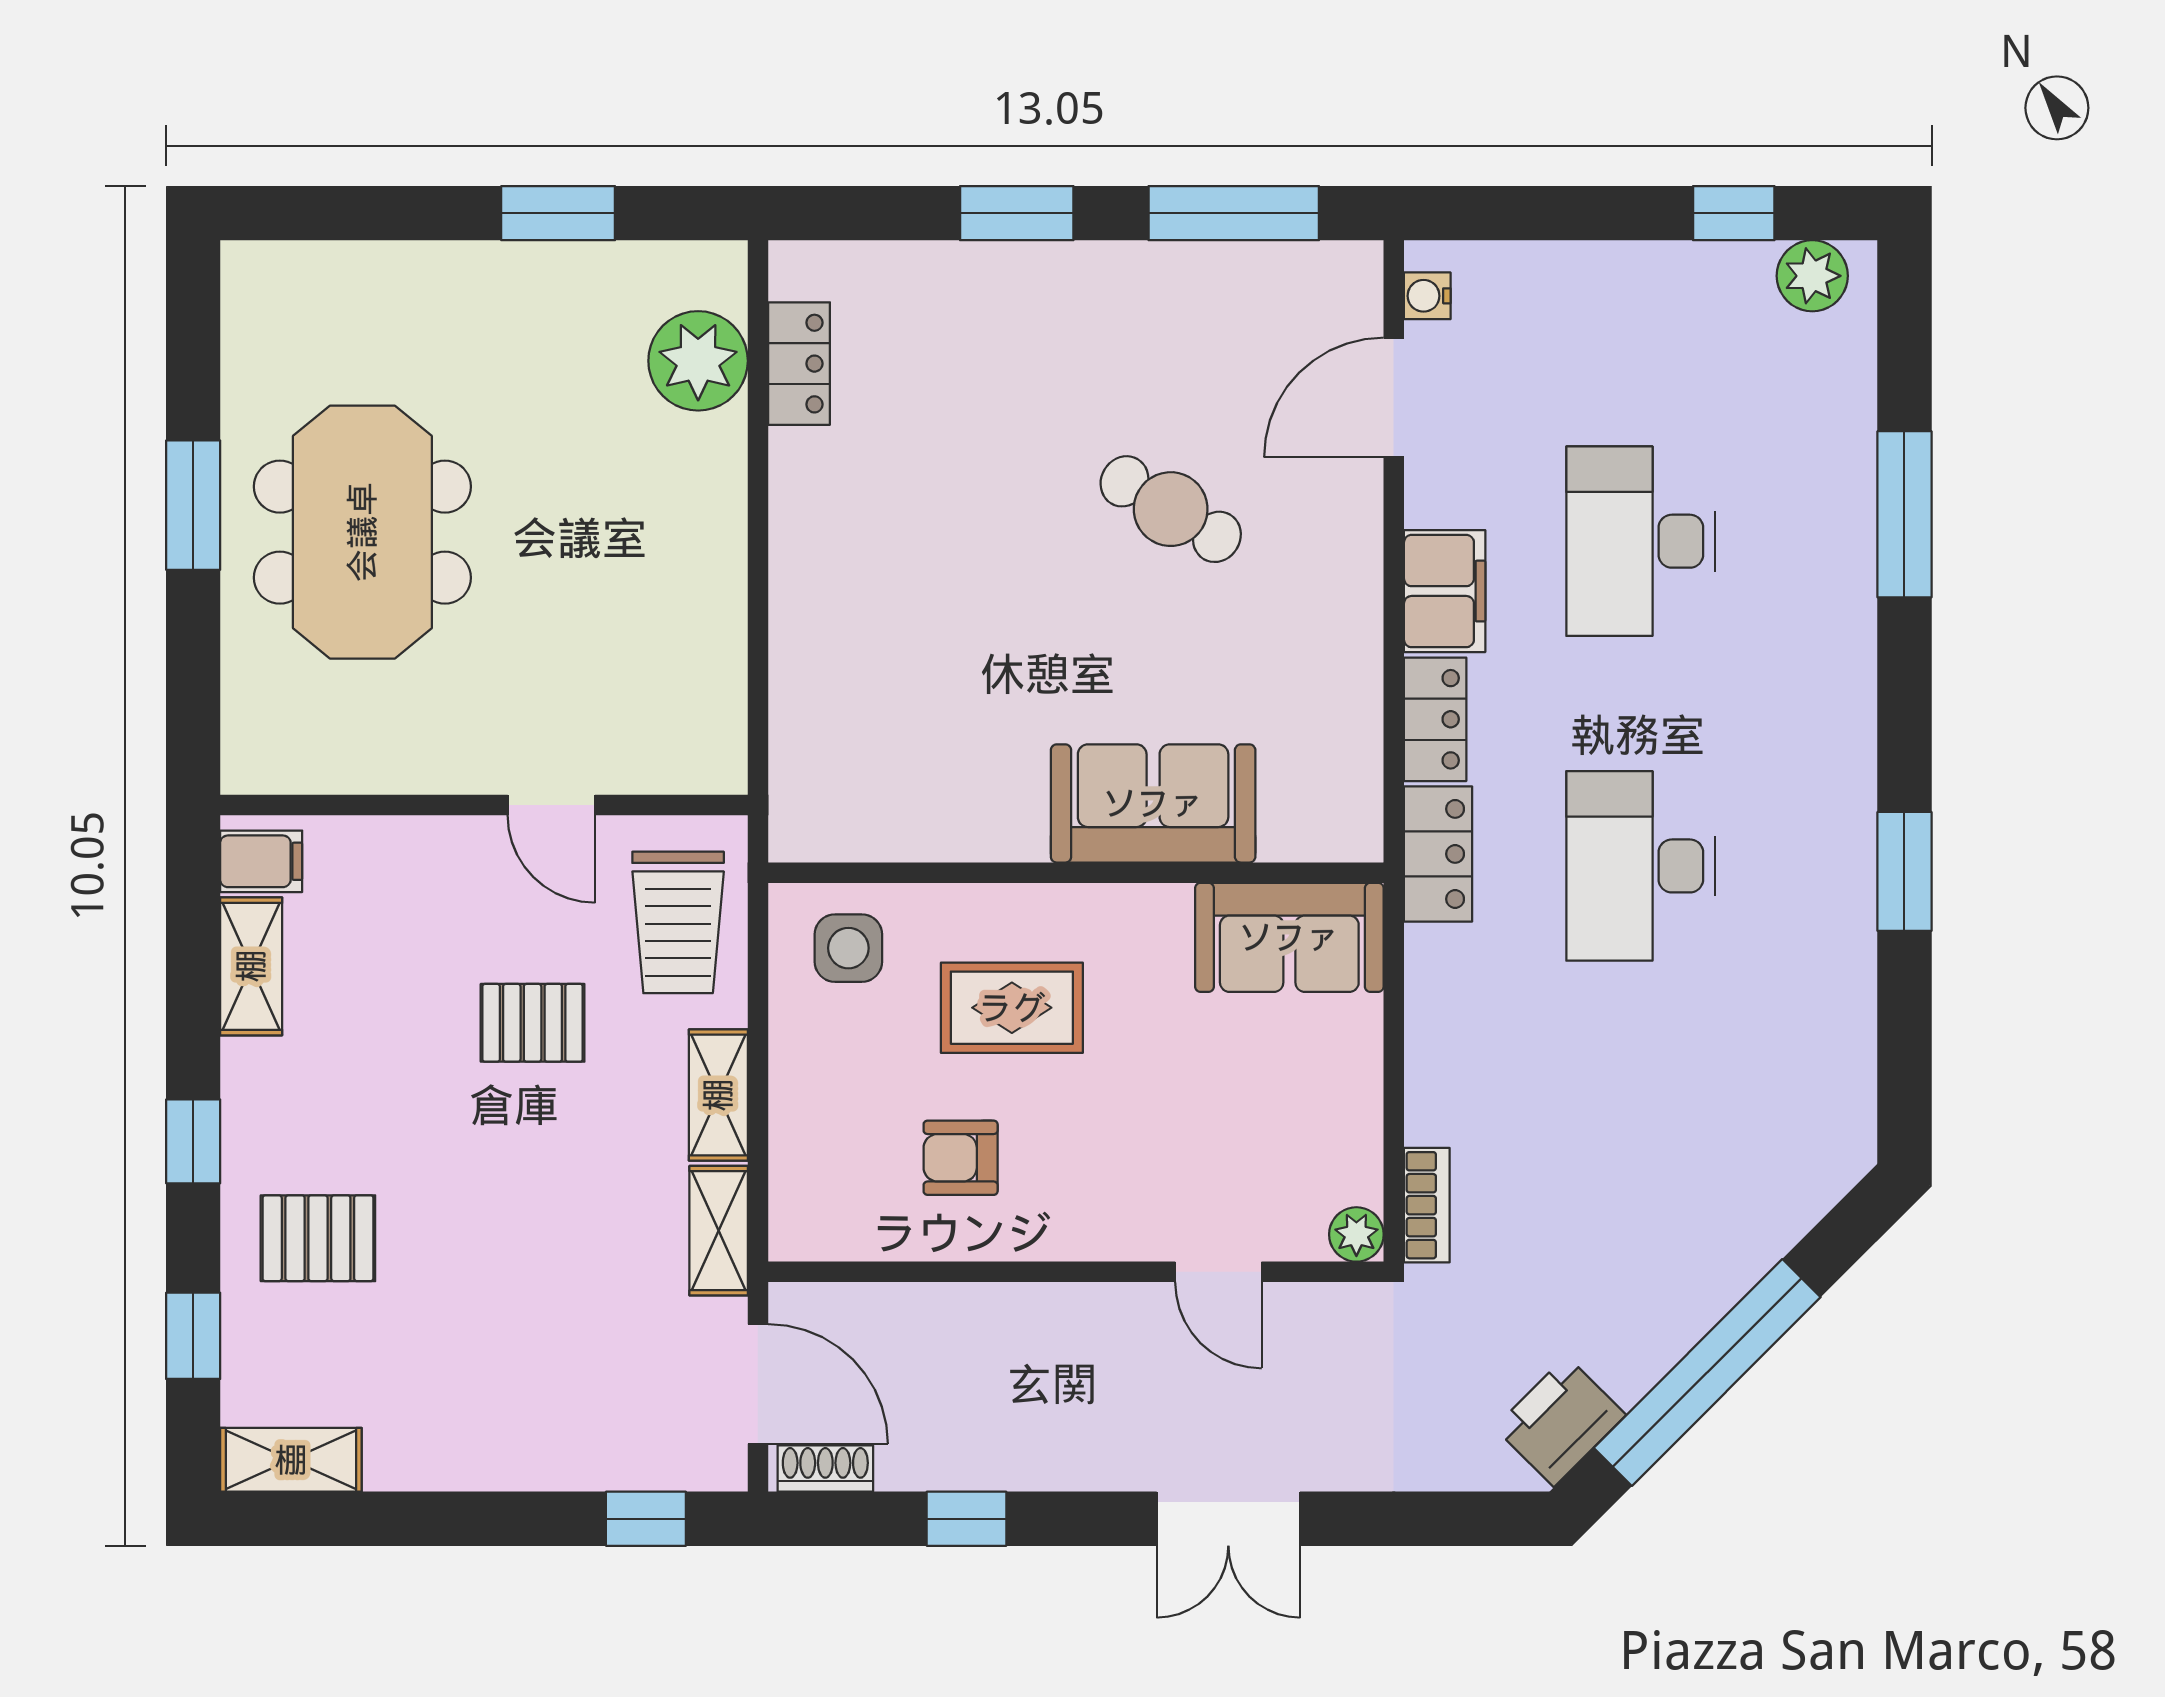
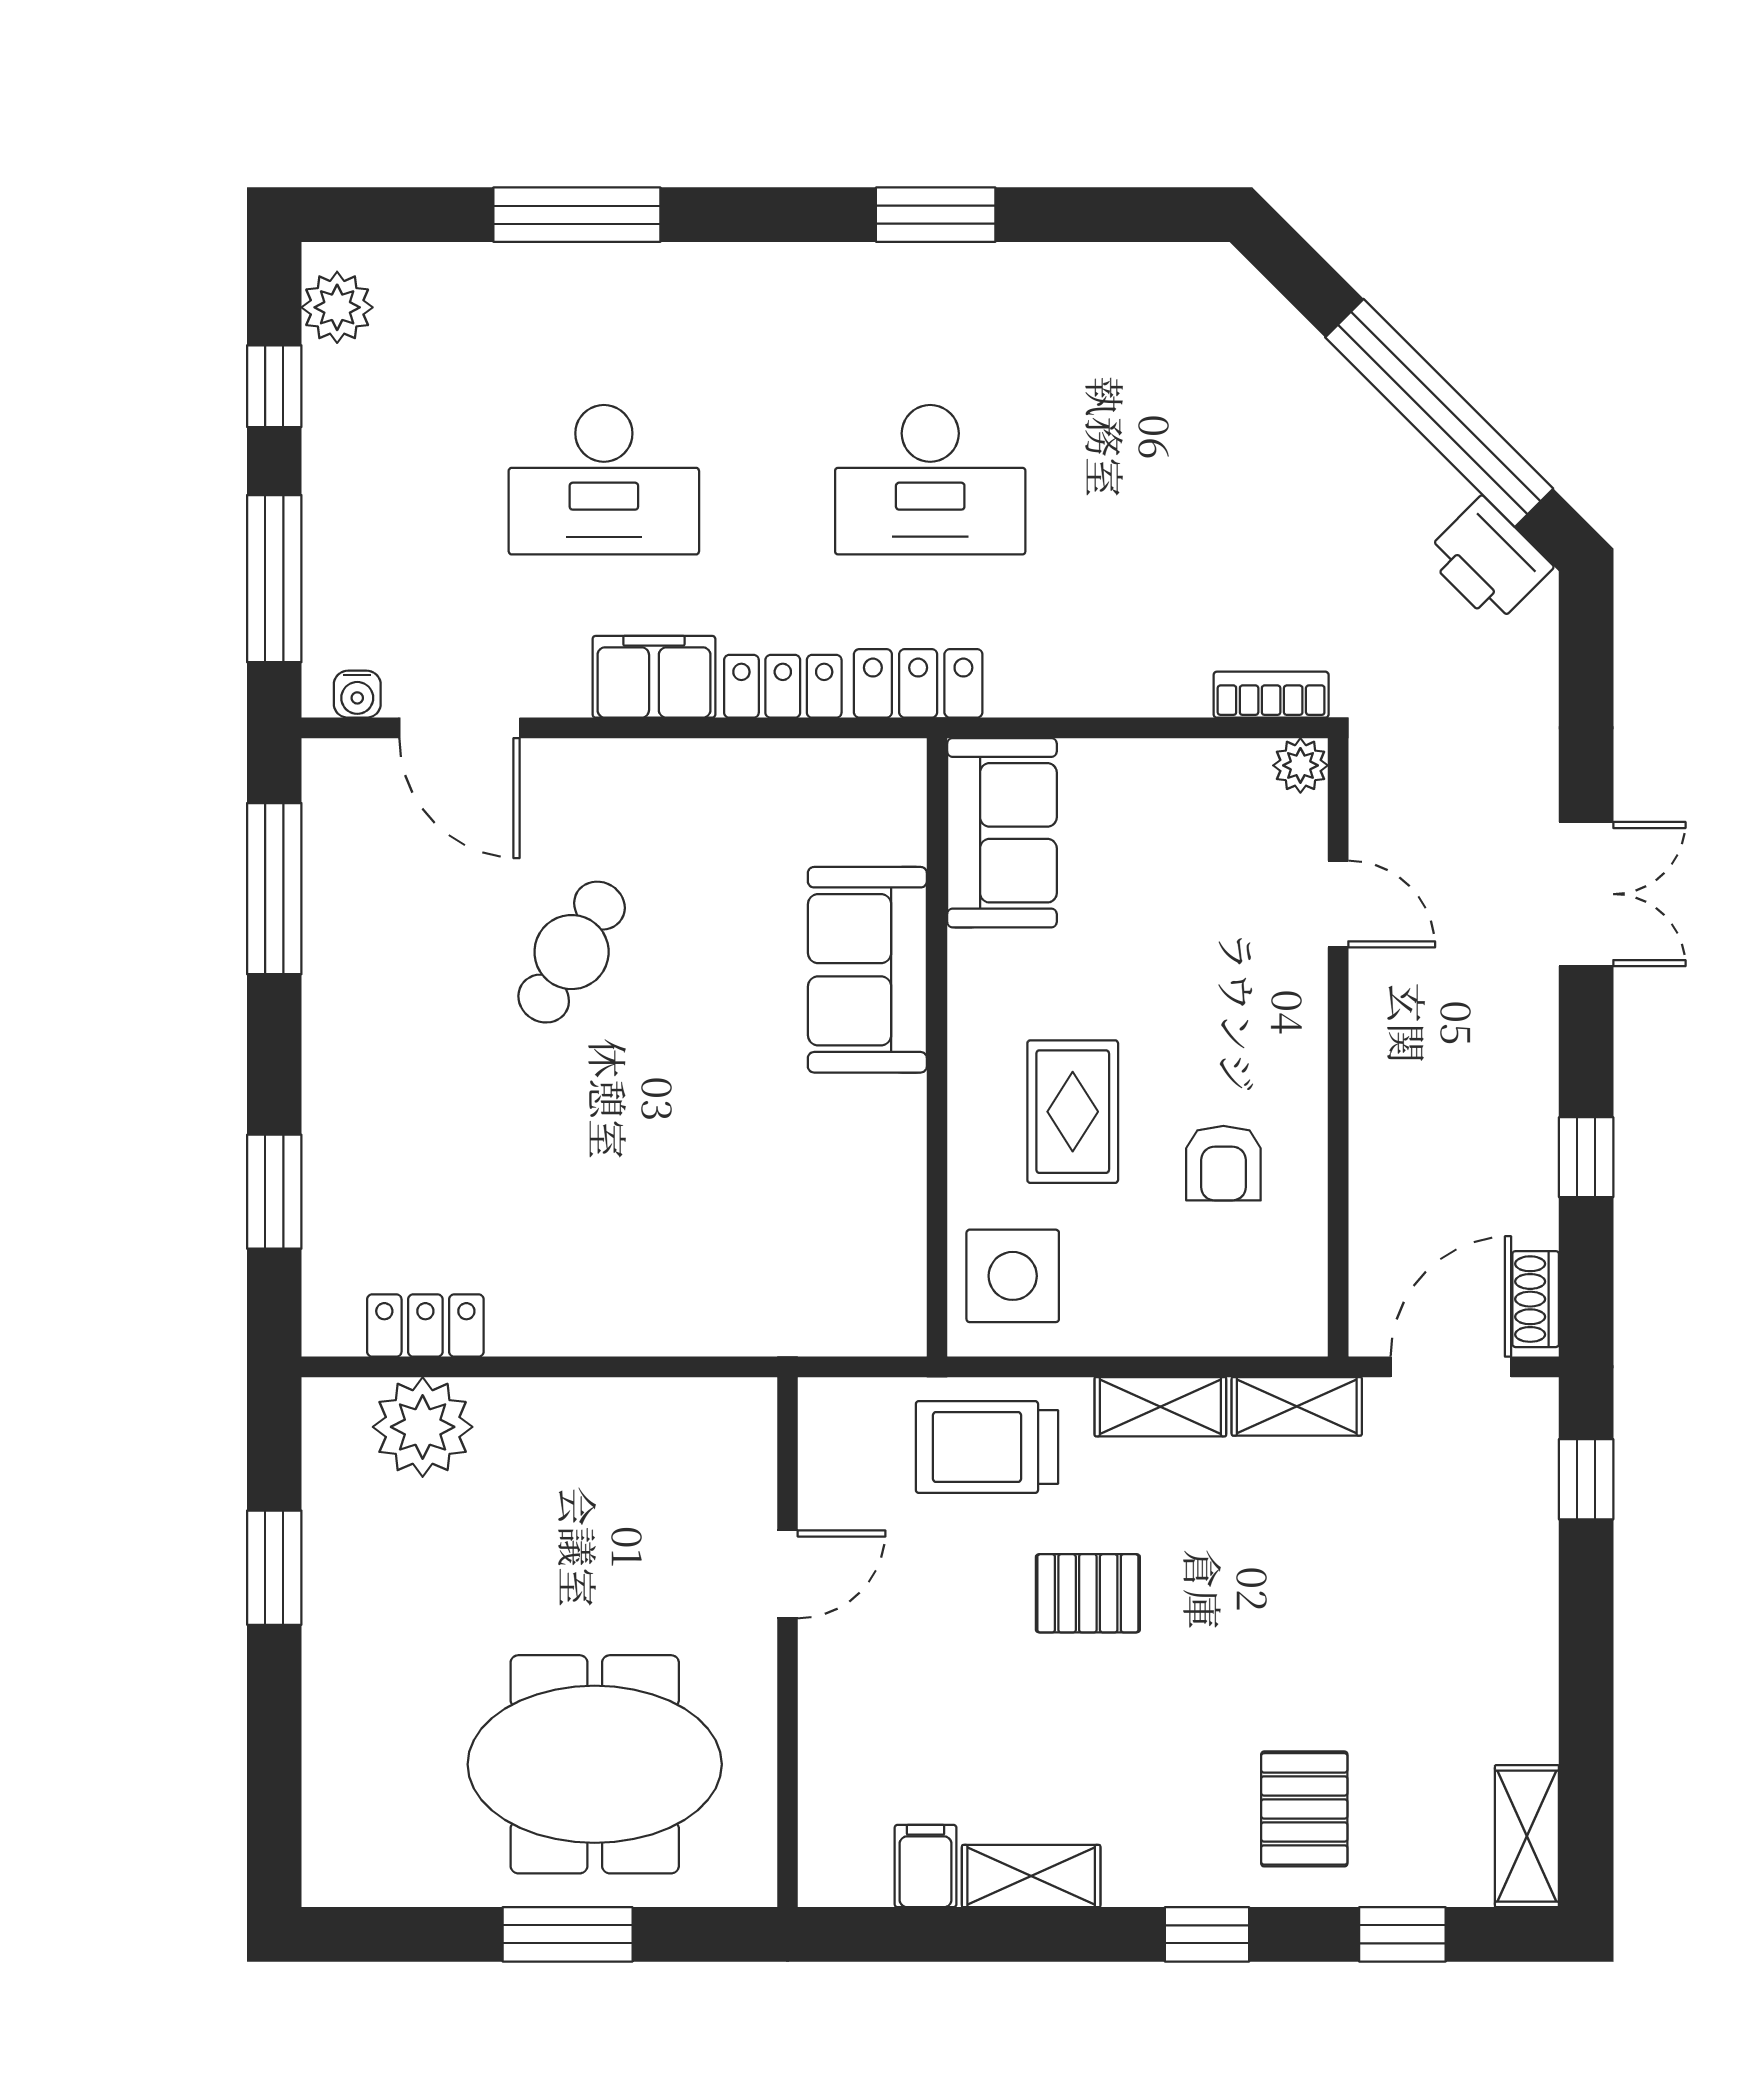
window: (1017, 213) -> (274, 1192), moved
window: (1542, 213) -> (274, 579), added
wall: (484, 805) -> (787, 1642), moved
door: (551, 805) -> (787, 1574), moved
trolley: (678, 922) -> (987, 1447), turned 180
side table: (848, 948) -> (1013, 1276), width x1.37, depth x1.37
pallet: (533, 1023) -> (1088, 1593), turned 90
door: (1218, 1272) -> (1338, 904), hinge flipped

